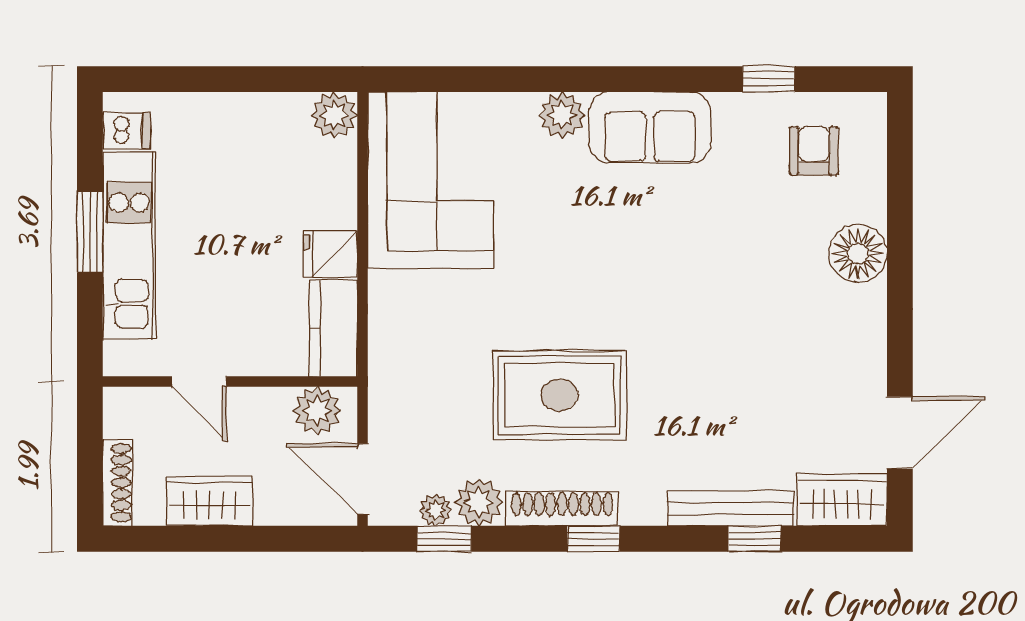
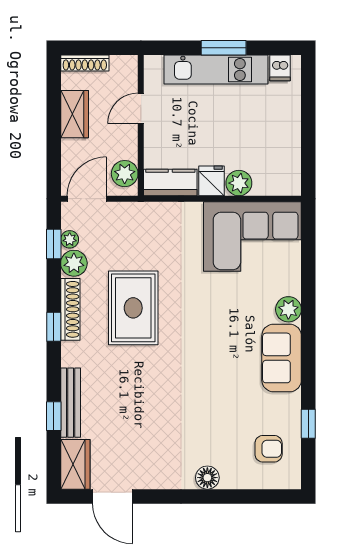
plant: (334, 115) -> (239, 183), moved
floor lamp: (858, 253) -> (207, 478), width x0.73, depth x0.73

